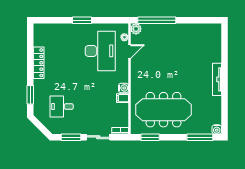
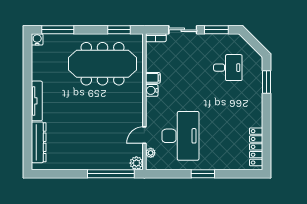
dresser: (215, 46) -> (39, 142), added
desk: (100, 51) -> (180, 136), turned 180
locker: (39, 63) -> (256, 147), moved

